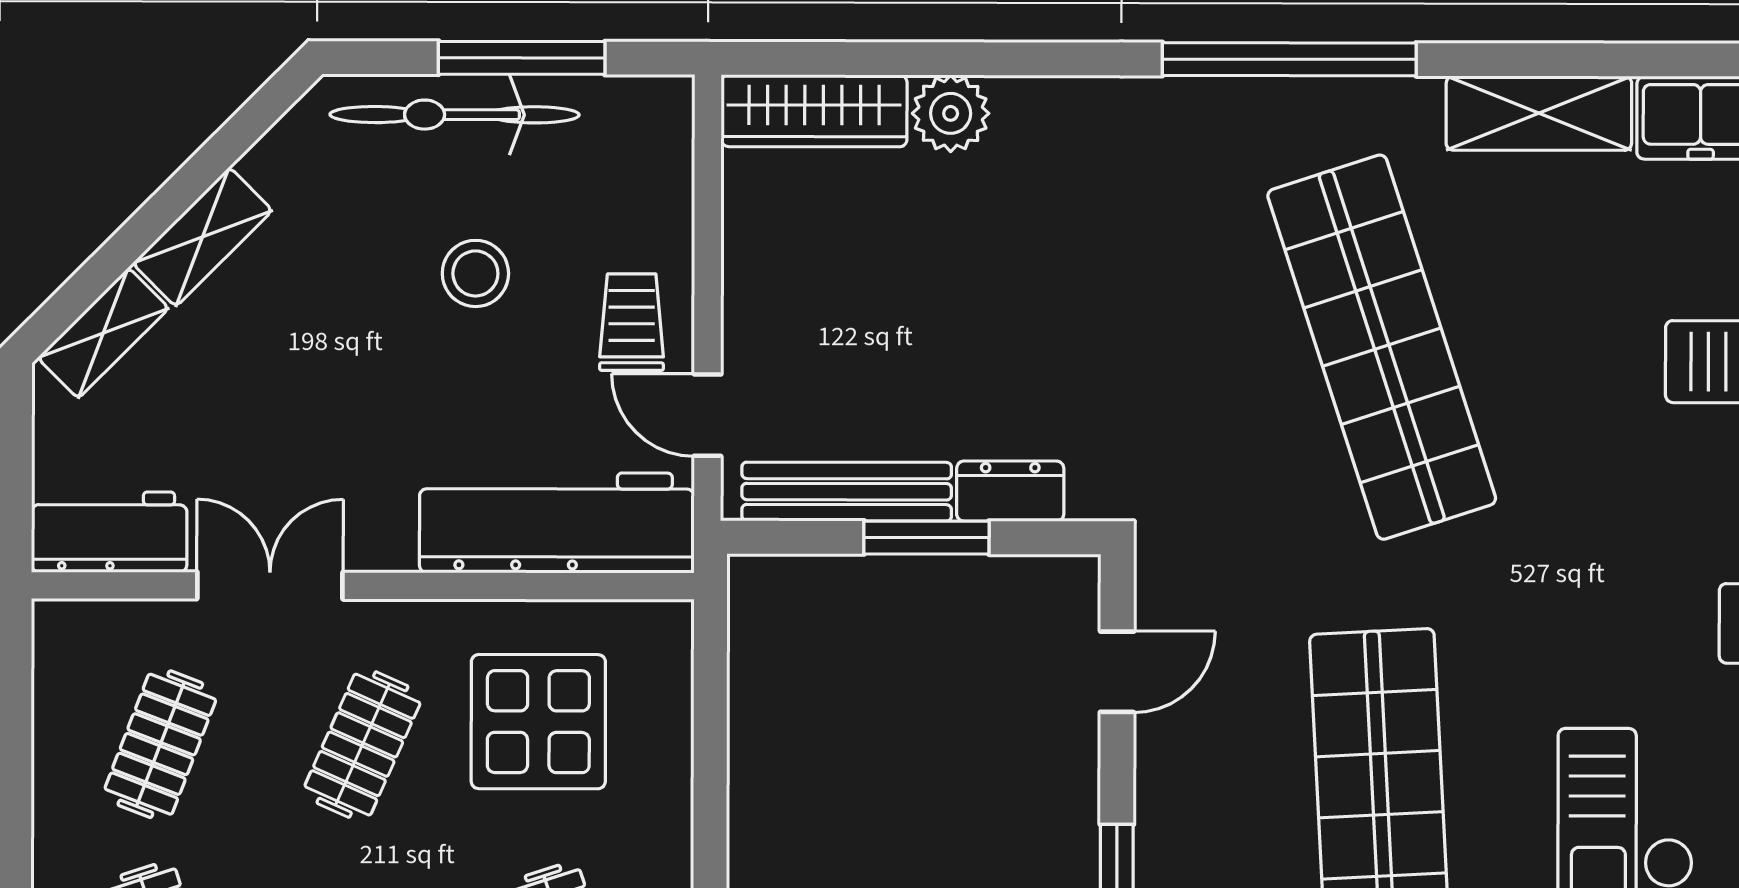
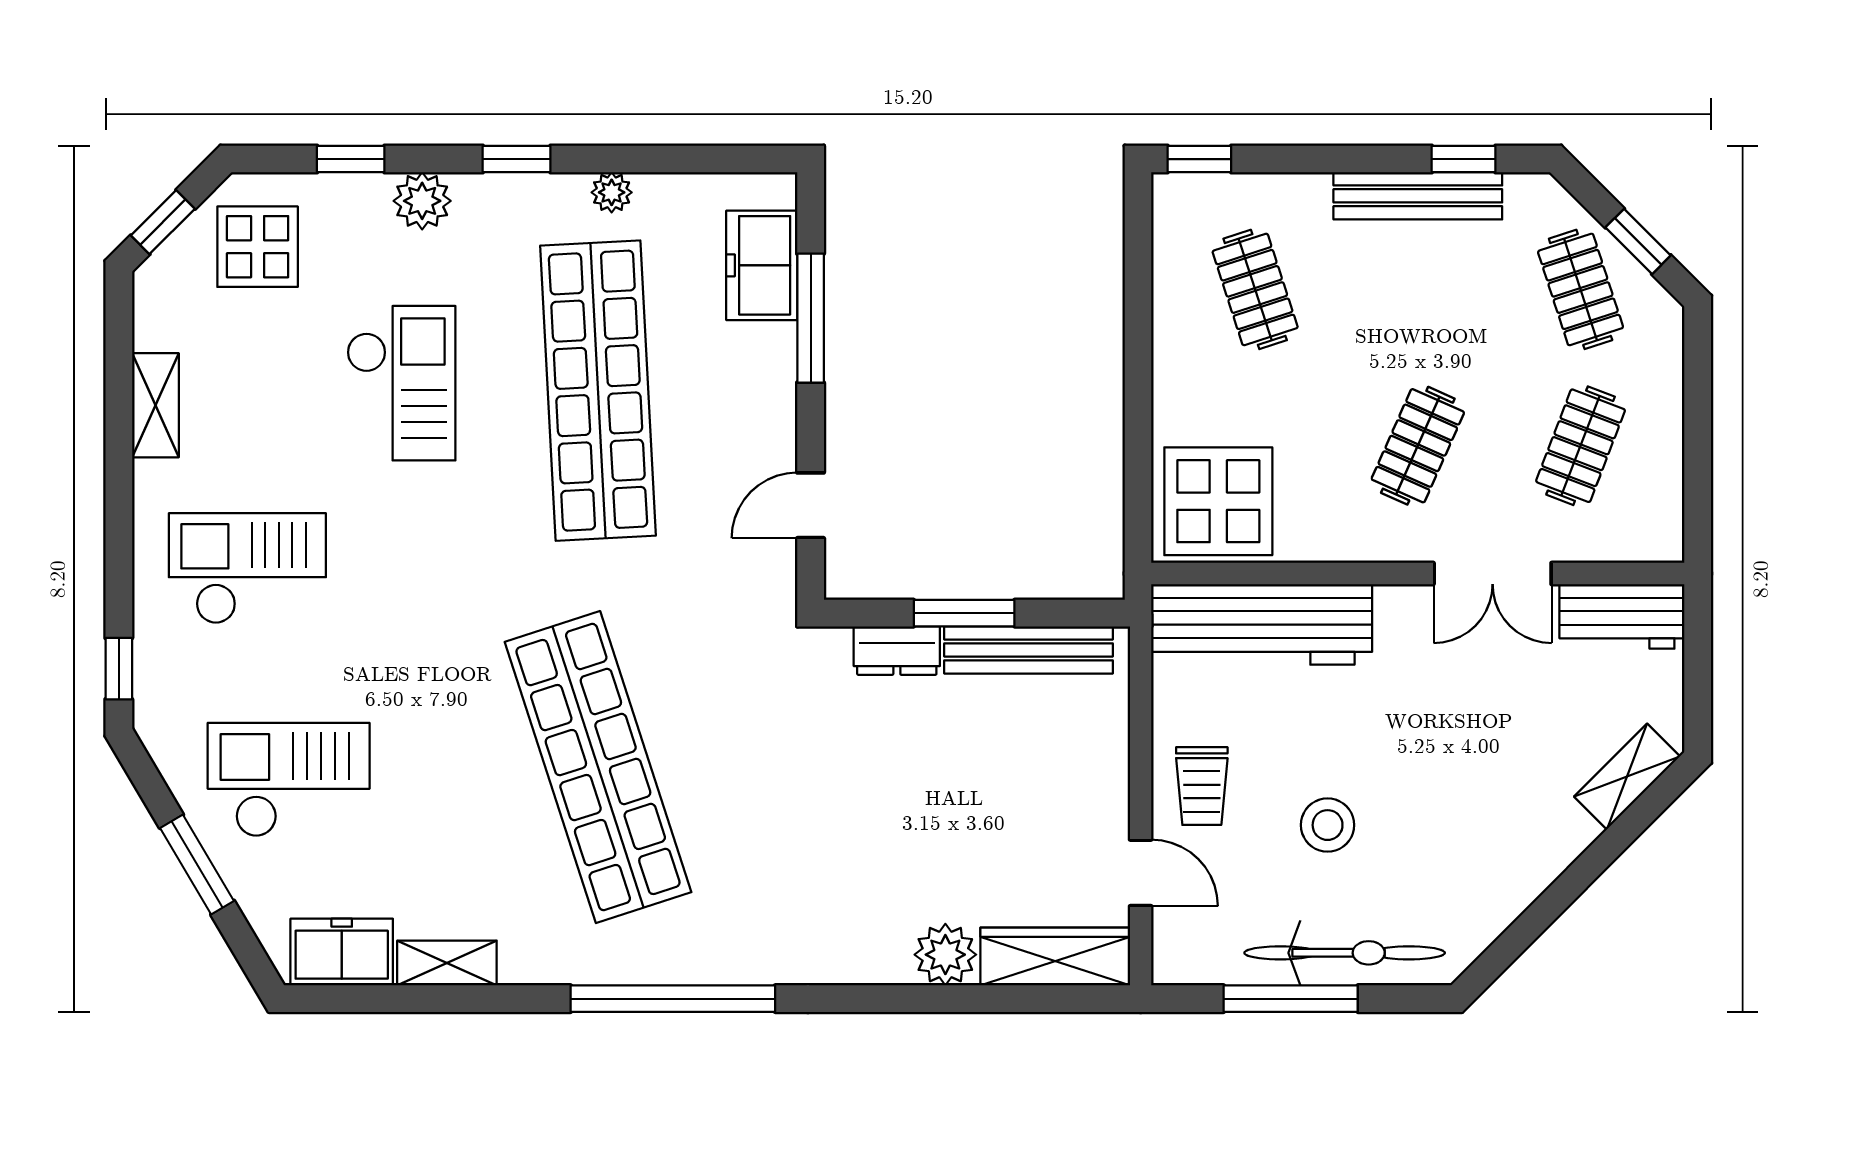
shelving: (1539, 113) -> (447, 963), width x0.67, depth x0.75
shelving: (203, 237) -> (1547, 854), removed
door: (707, 415) -> (1141, 873), moved
display table: (538, 722) -> (1218, 501), moved

